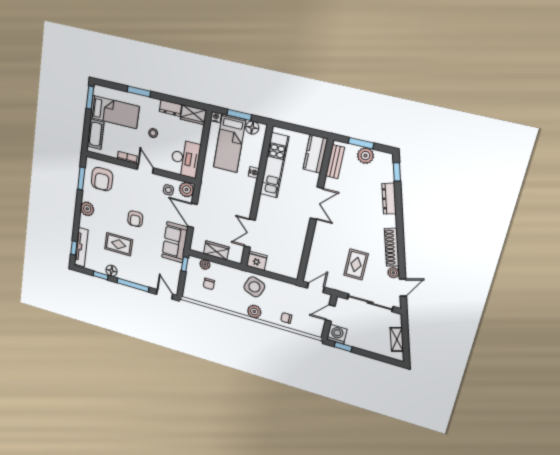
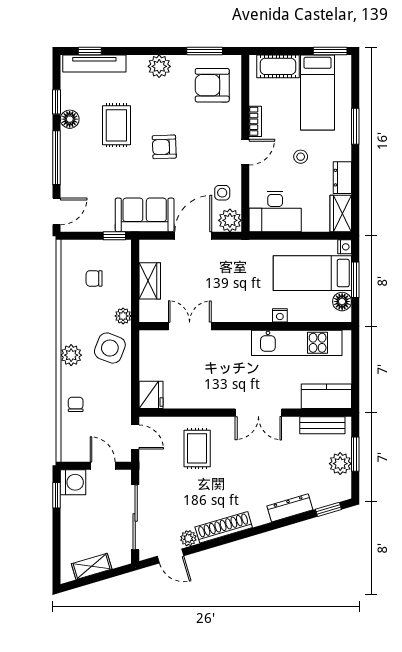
fridge: (257, 261) -> (151, 395), moved
plant: (205, 264) -> (123, 316), moved
rug: (356, 264) -> (197, 448), moved, turned 90

